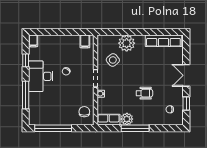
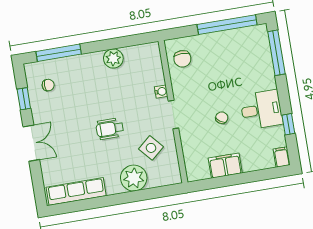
filing cabinet: (85, 41) -> (225, 166), moved, width x2.00
desk: (41, 76) -> (261, 110), width x0.73
wheelchair: (144, 93) -> (110, 129), moved
window: (26, 95) -> (276, 53), moved
row of seats: (109, 120) -> (142, 53), removed
window: (135, 128) -> (59, 53), moved

